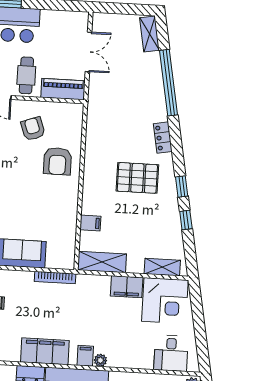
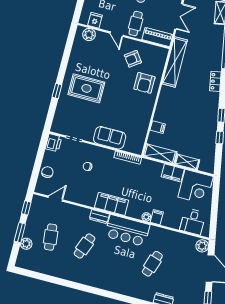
shelving: (96, 121) -> (175, 62), added
armchair: (33, 129) -> (133, 59), turned -106
pallet: (137, 178) -> (194, 104), removed
shelving: (162, 267) -> (187, 162), moved
filing cabinet: (85, 356) -> (157, 217), moved

